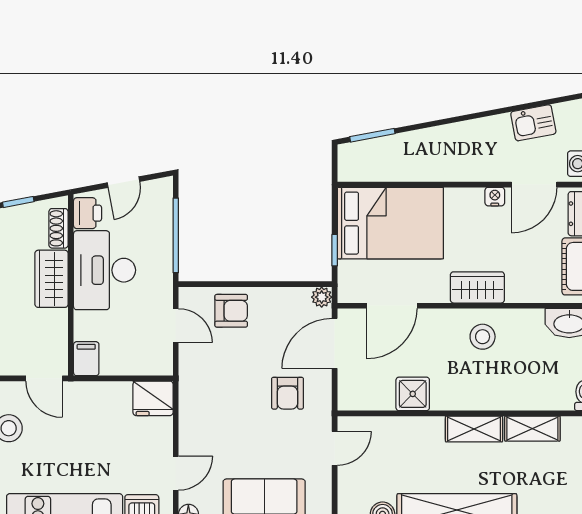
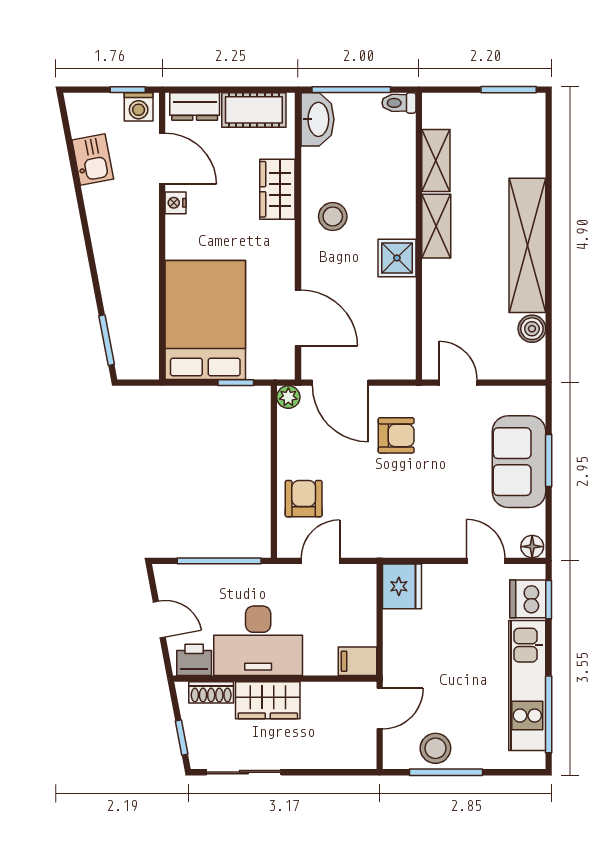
wardrobe: (477, 287) -> (277, 189), moved
shower: (413, 394) -> (397, 258), moved

